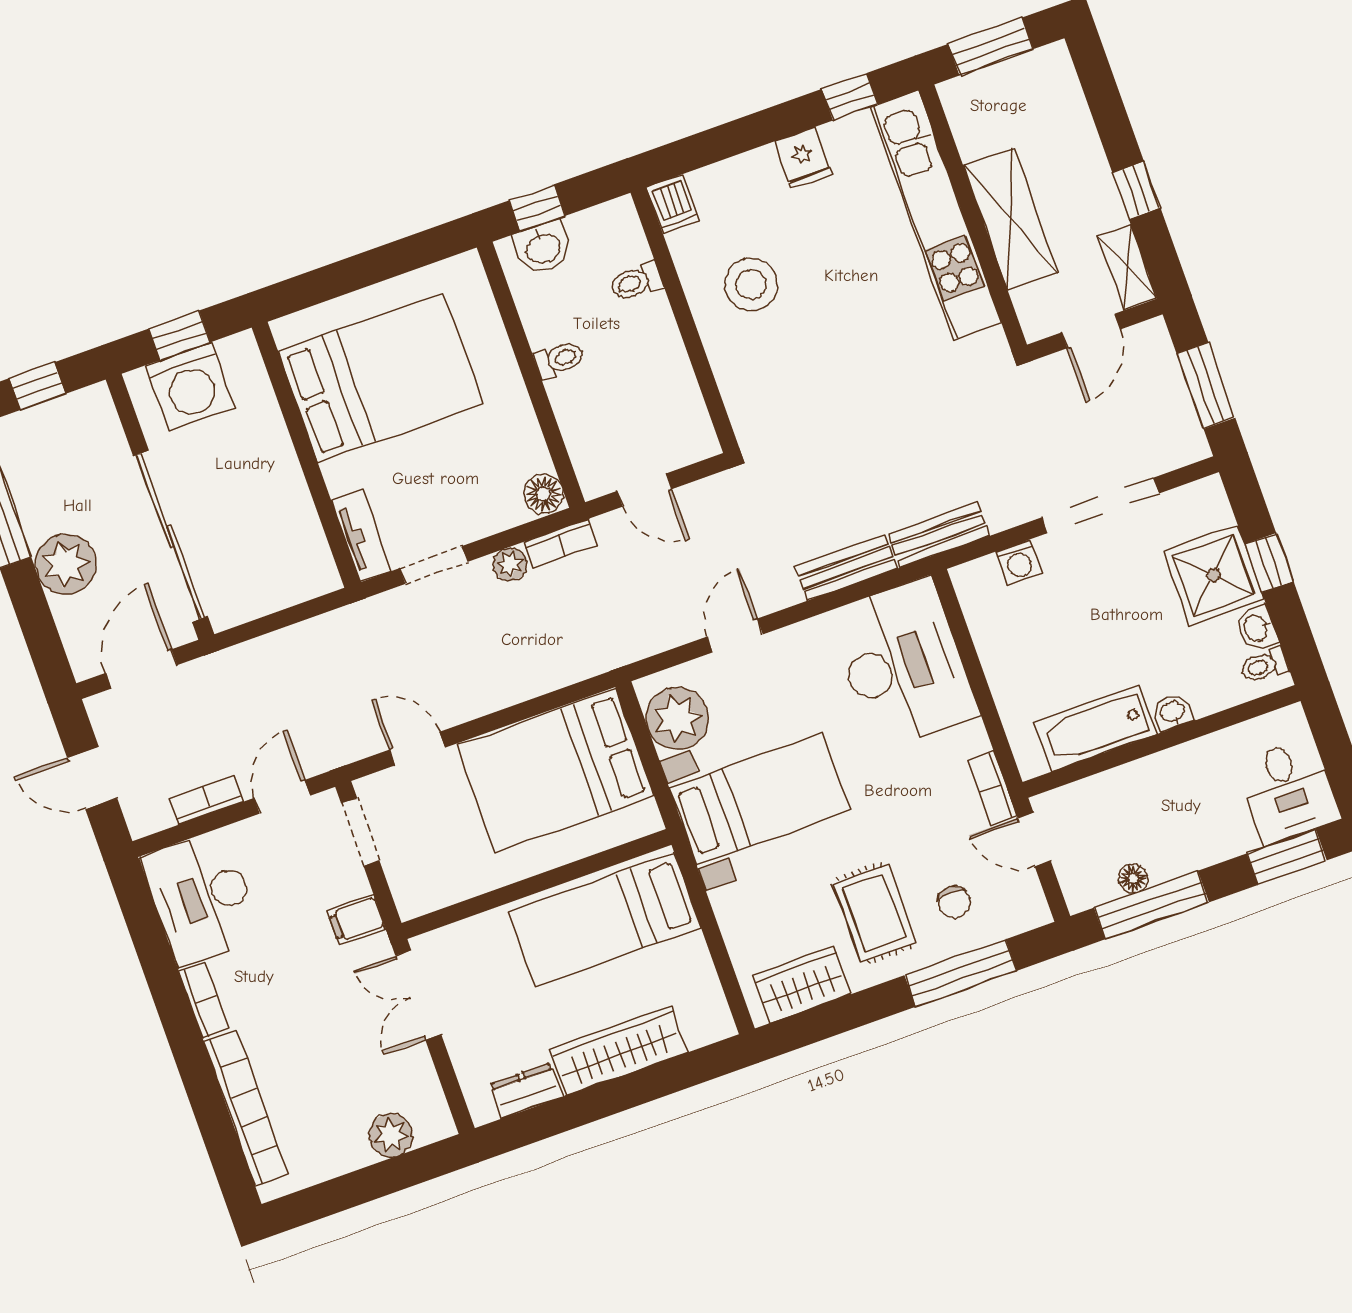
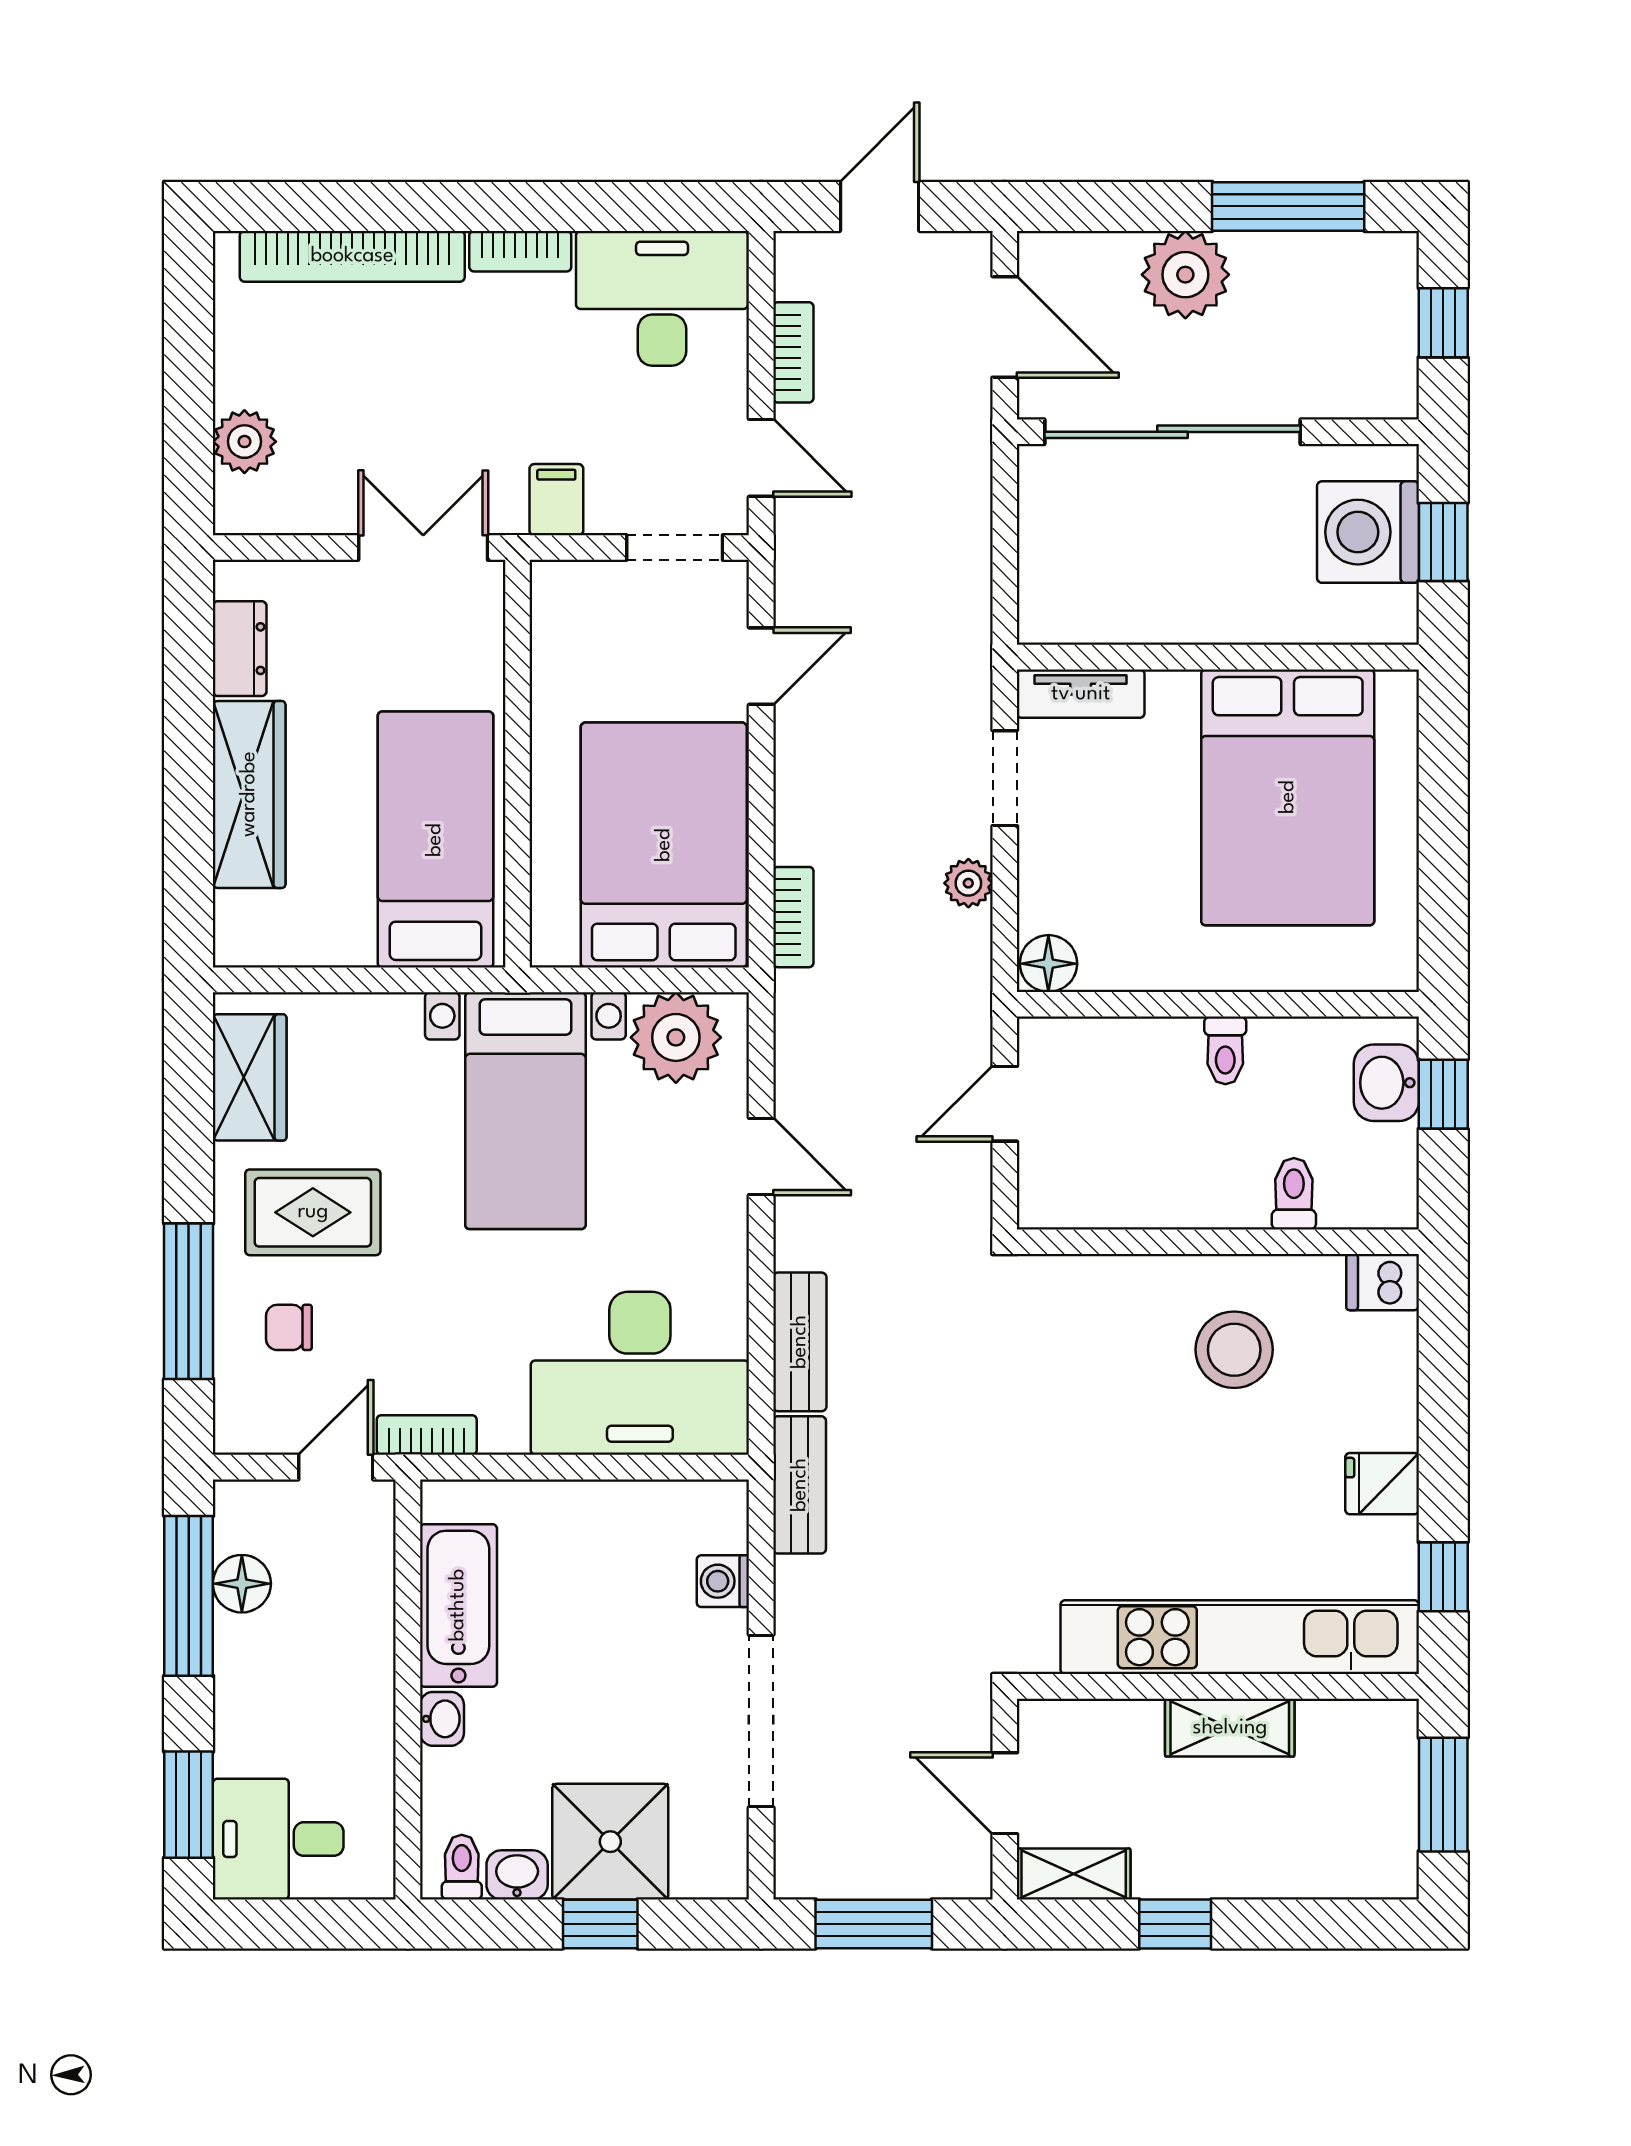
shelving: (1010, 219) -> (1230, 1728), width x0.67, depth x0.75
bookcase: (560, 543) -> (793, 917), moved, turned 180
floor lamp: (1133, 878) -> (242, 1584), width x1.37, depth x1.37

